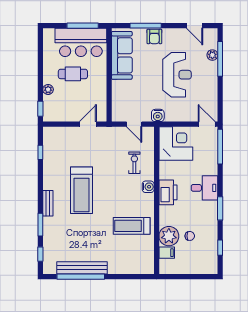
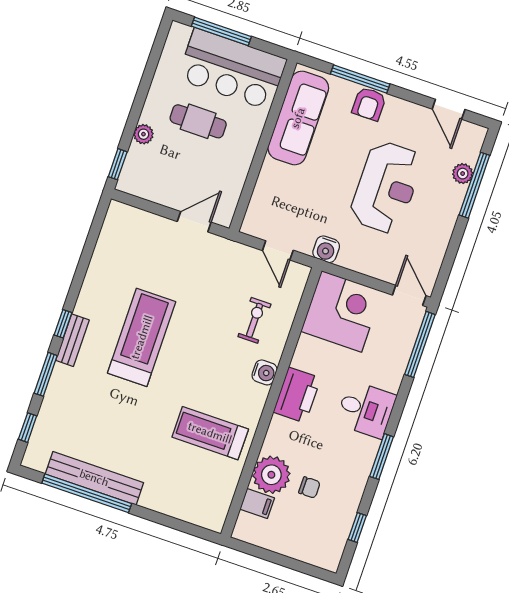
window: (83, 26) -> (221, 31), moved
window: (40, 152) -> (63, 324), moved
treadmill: (82, 190) -> (142, 337), turned 180

